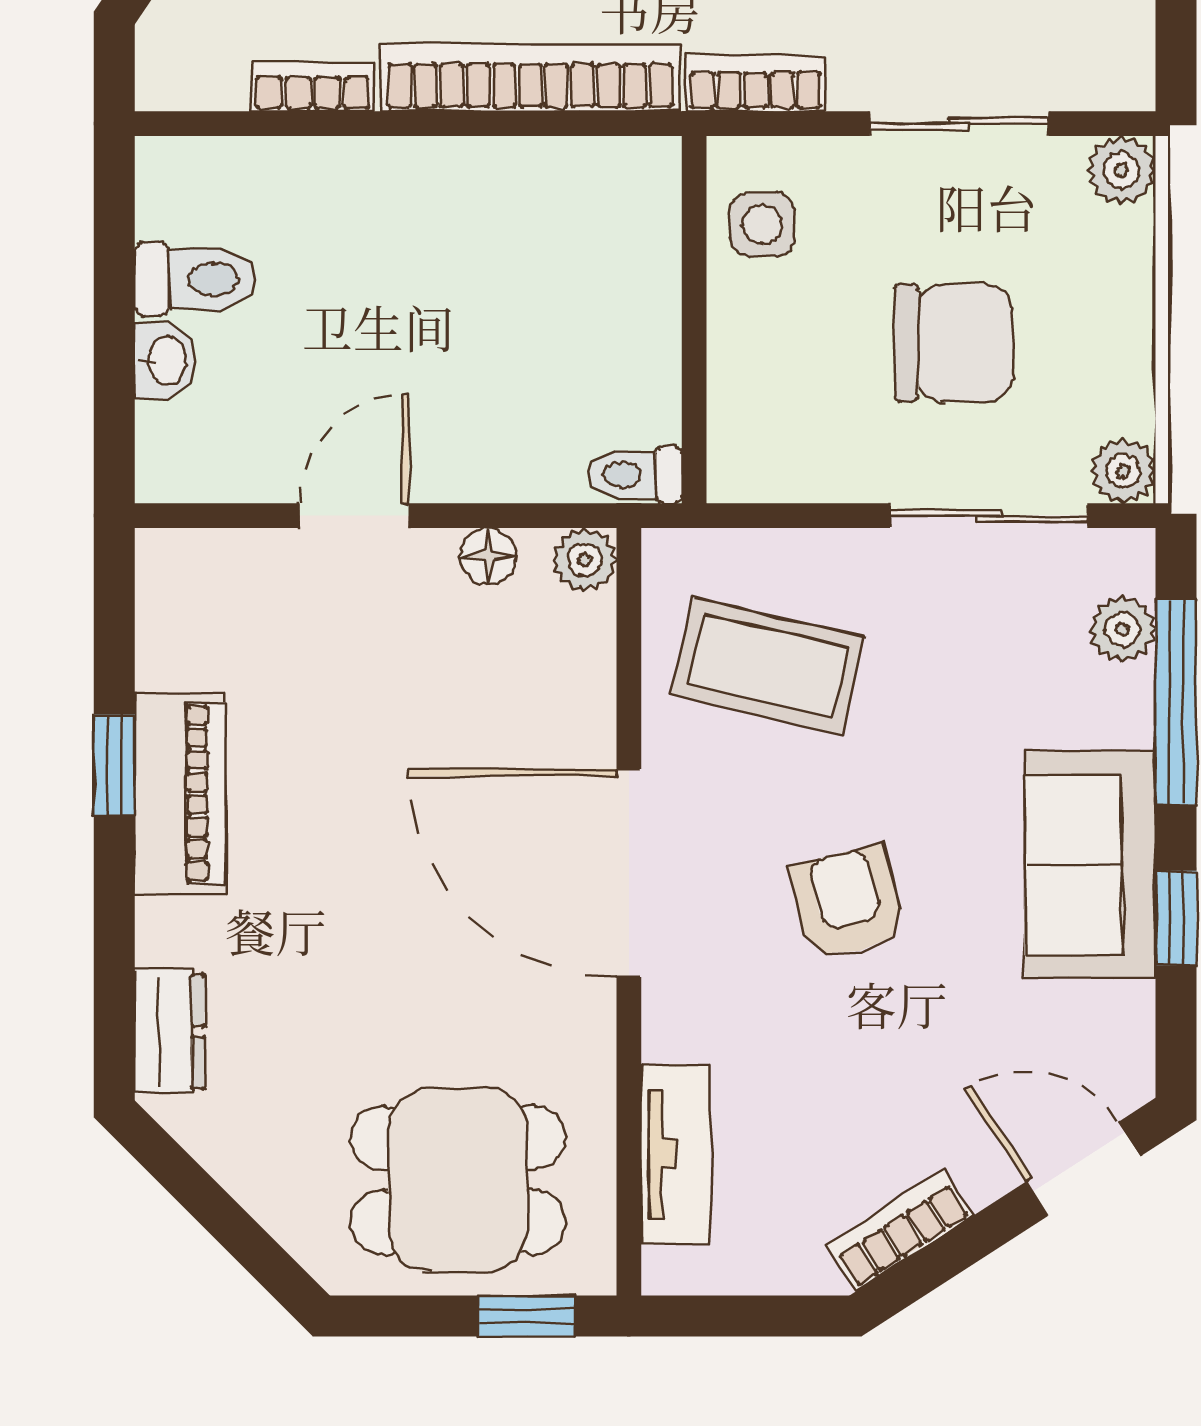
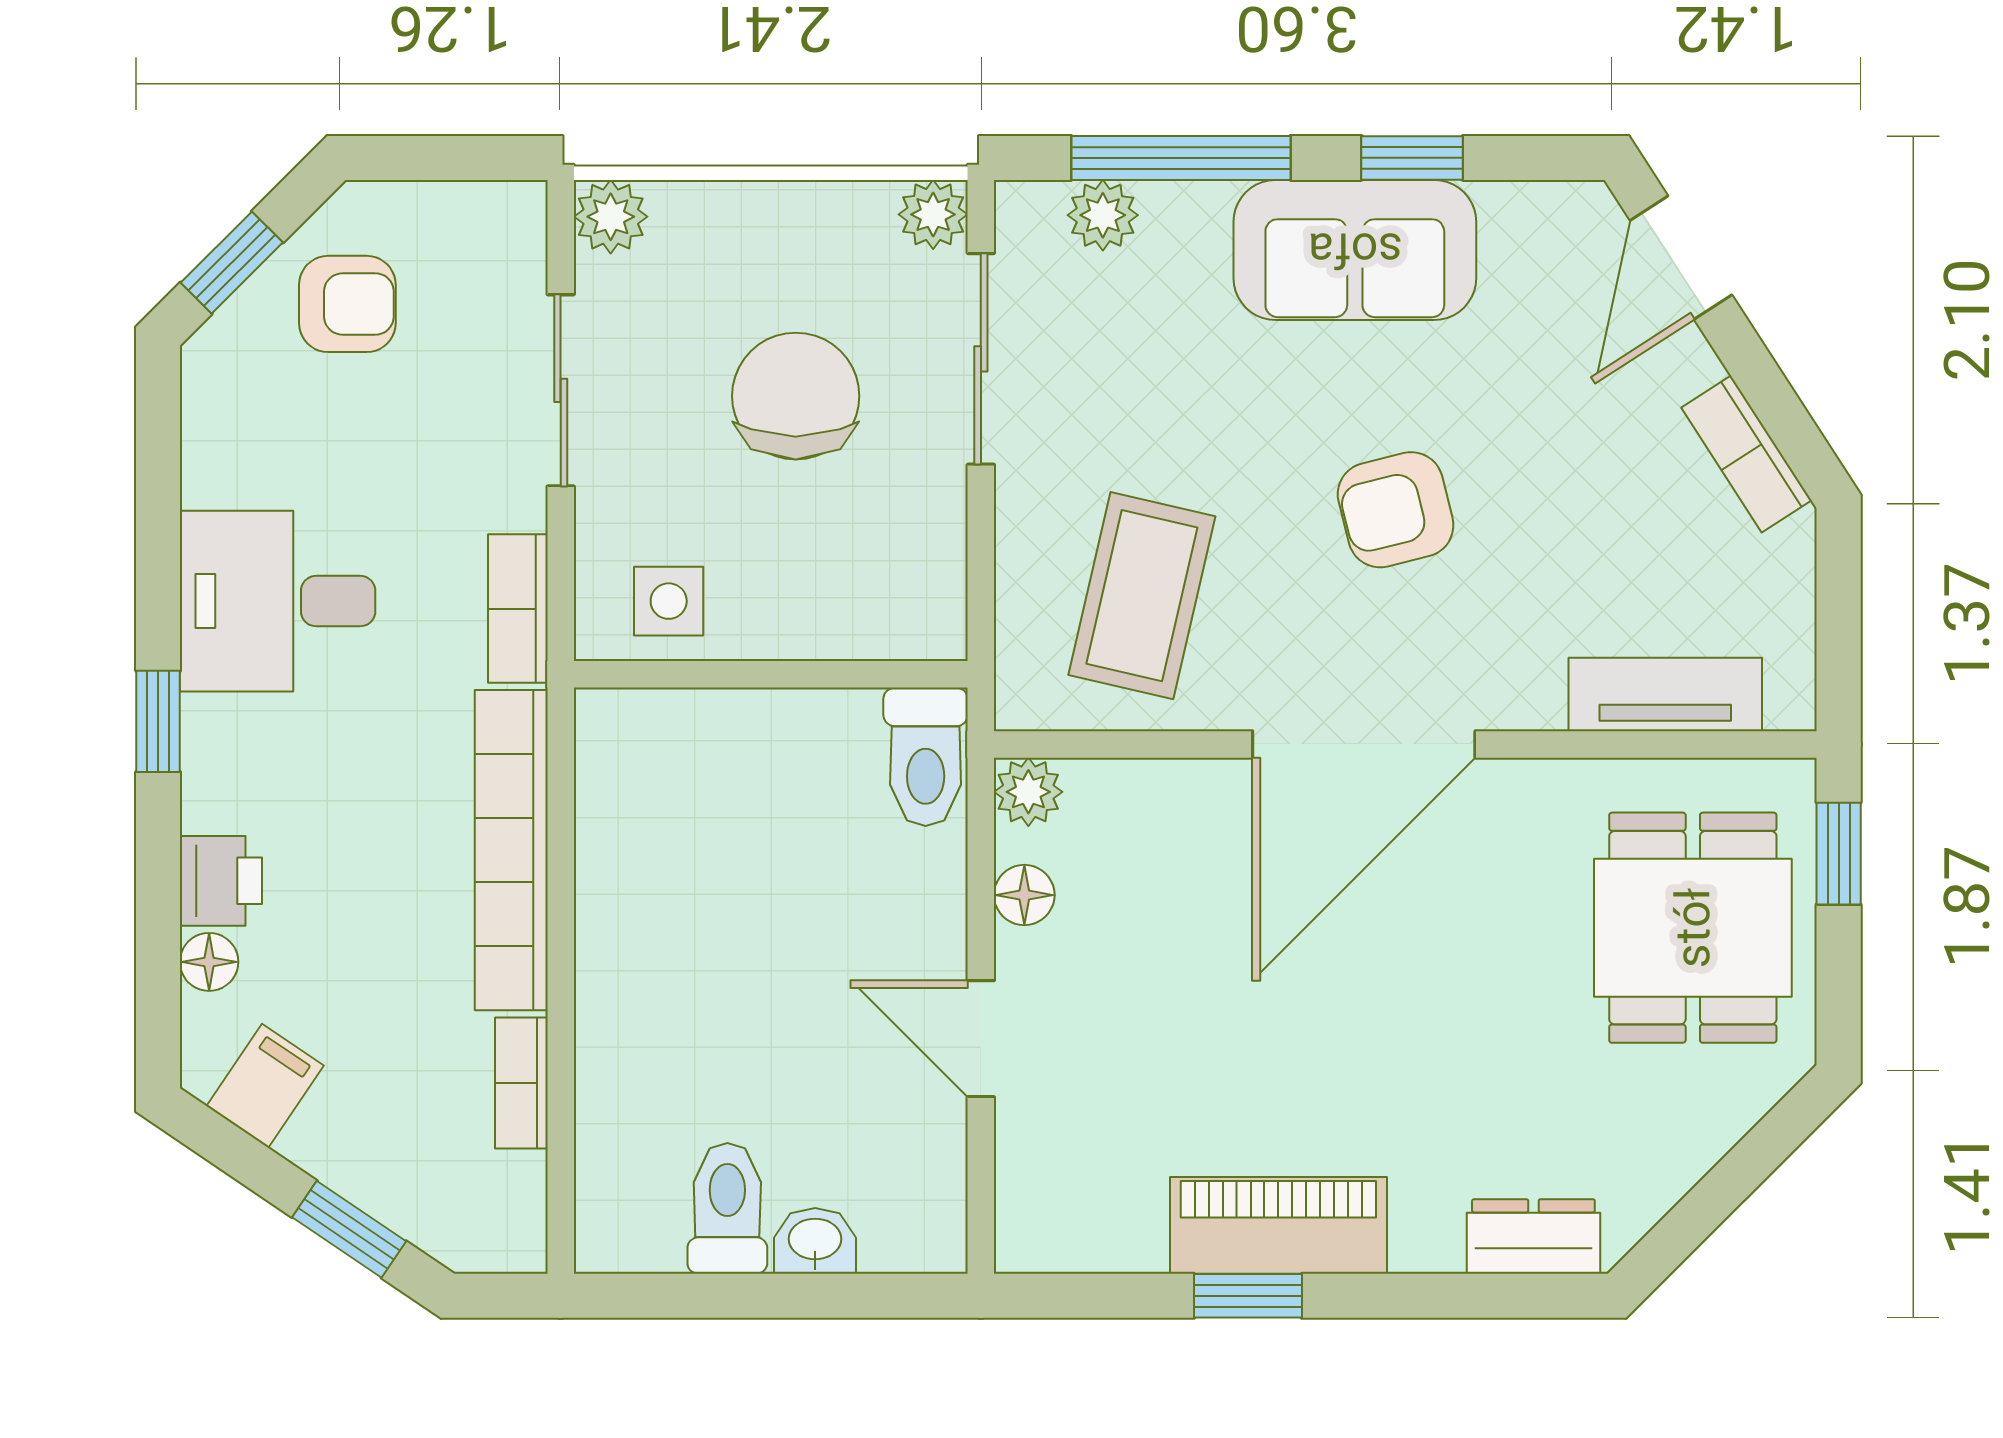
toilet: (635, 475) -> (926, 757), width x1.37, depth x1.39

